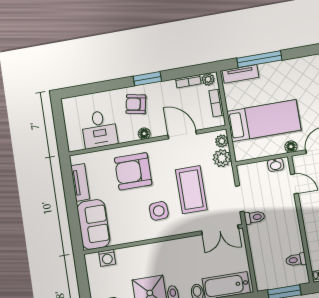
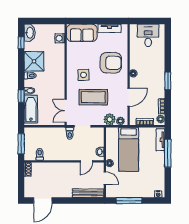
armchair: (136, 104) -> (153, 71), removed
desk: (99, 129) -> (148, 35), moved, turned 90
armchair: (133, 171) -> (111, 63), turned 90

